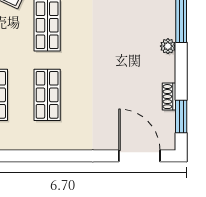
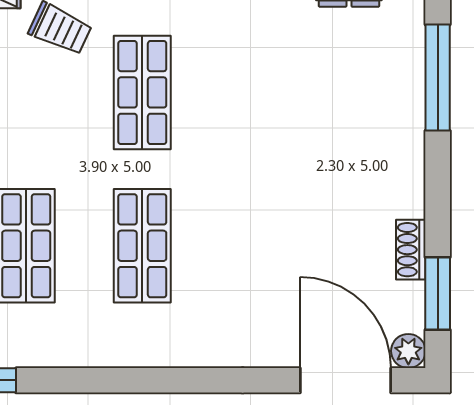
plant: (168, 46) -> (408, 351), moved

